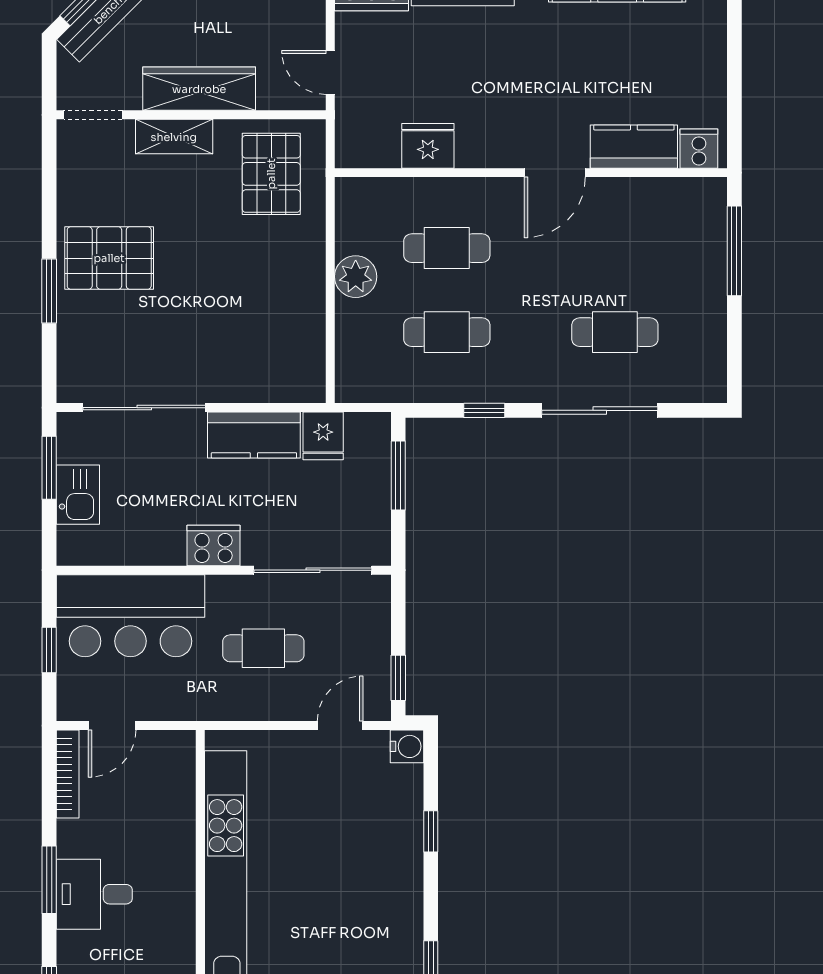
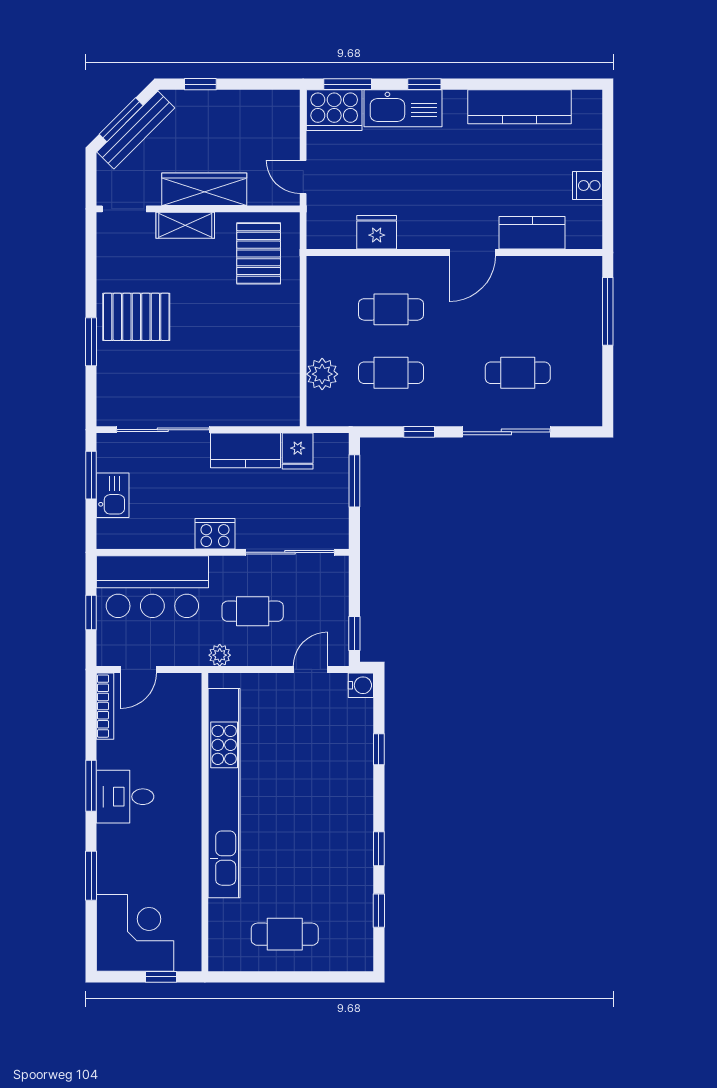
cooker: (699, 149) -> (587, 186), moved, turned -90
plant: (356, 277) -> (322, 374), moved
plant: (220, 707) -> (220, 655), added

